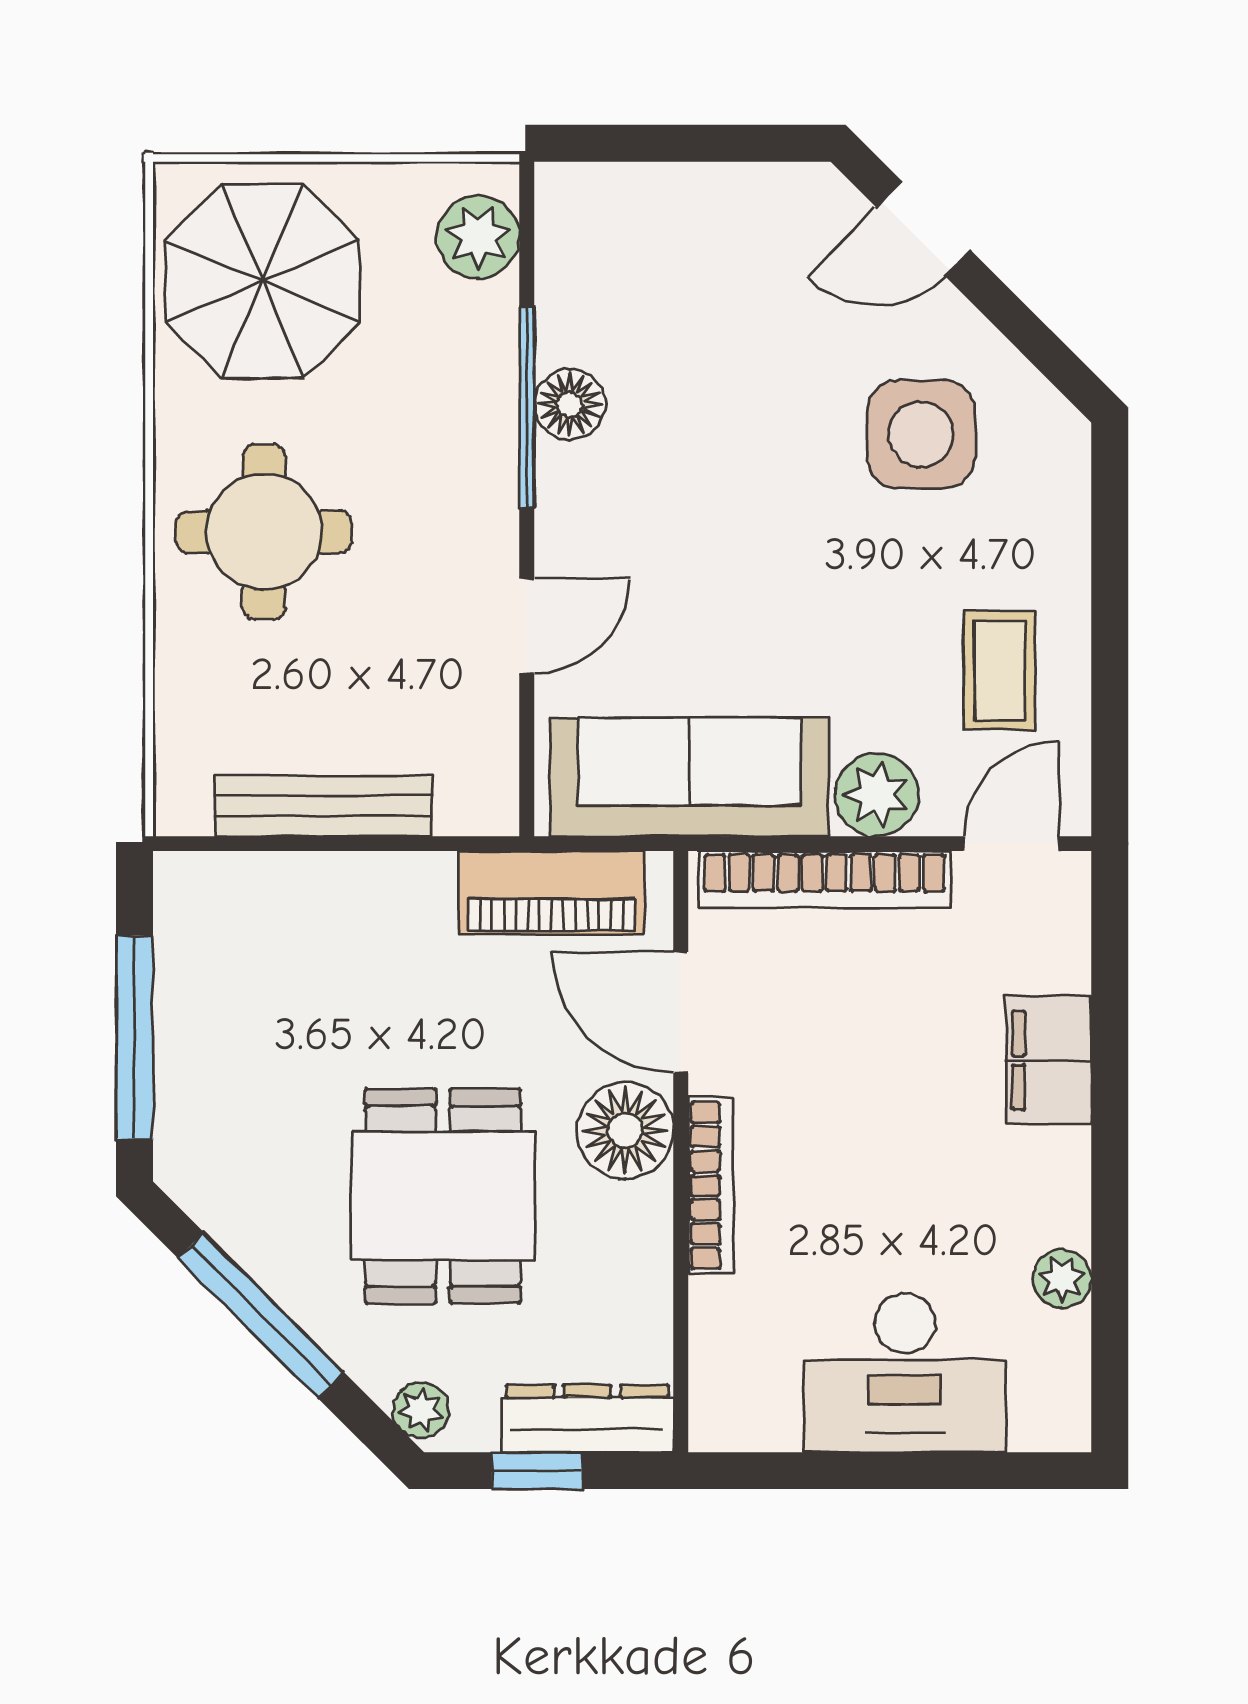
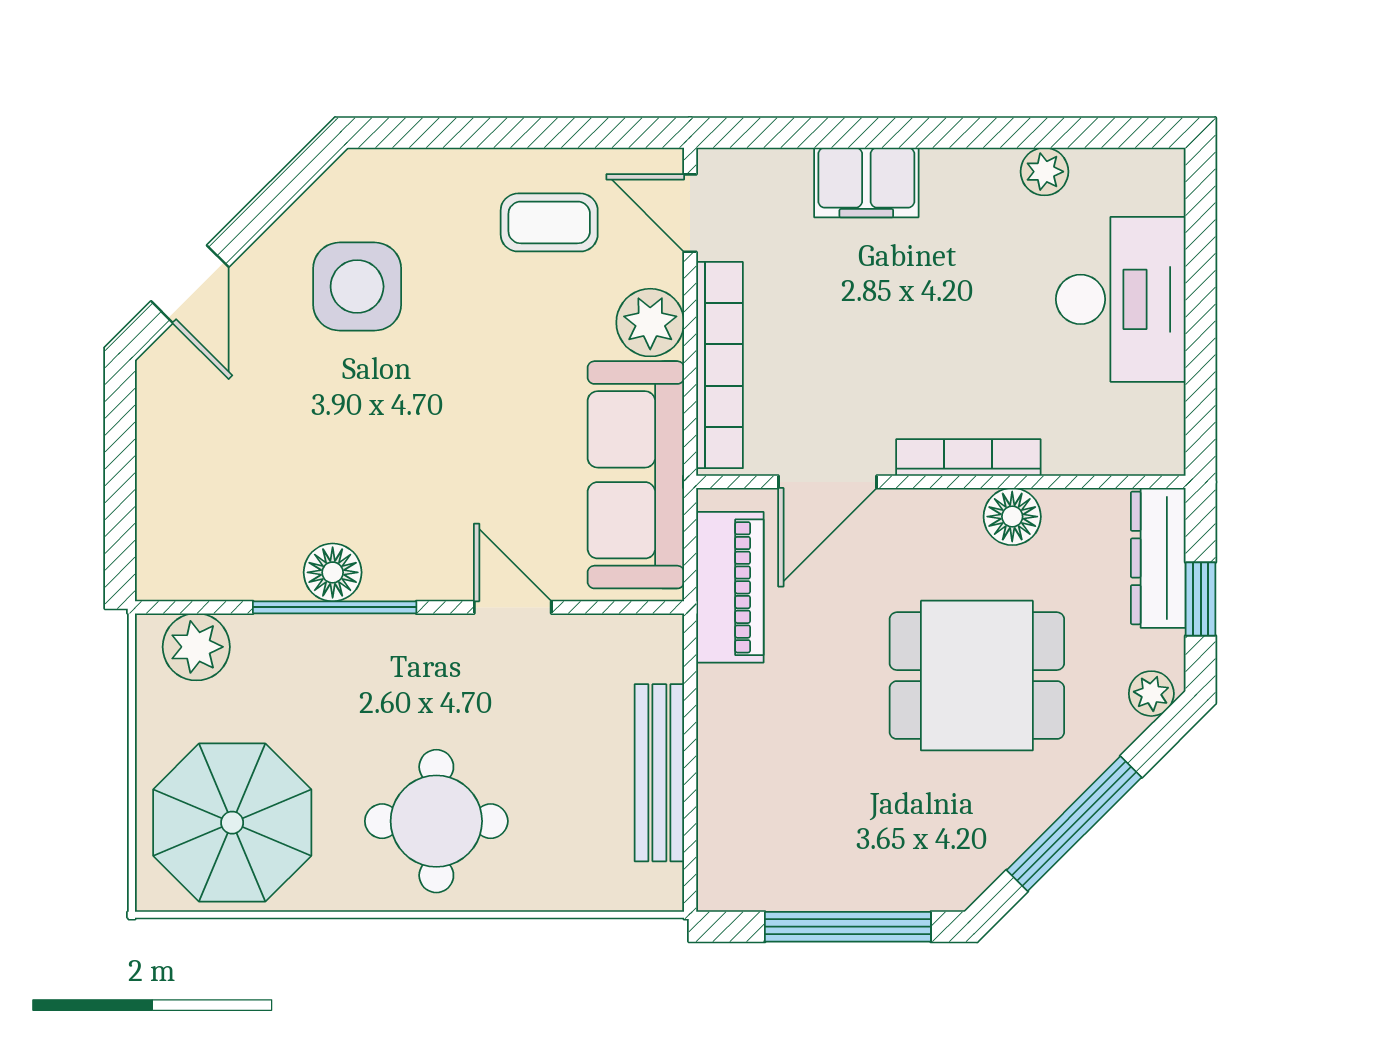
floor lamp: (625, 1131) -> (1012, 517), moved, width x0.73, depth x0.73

